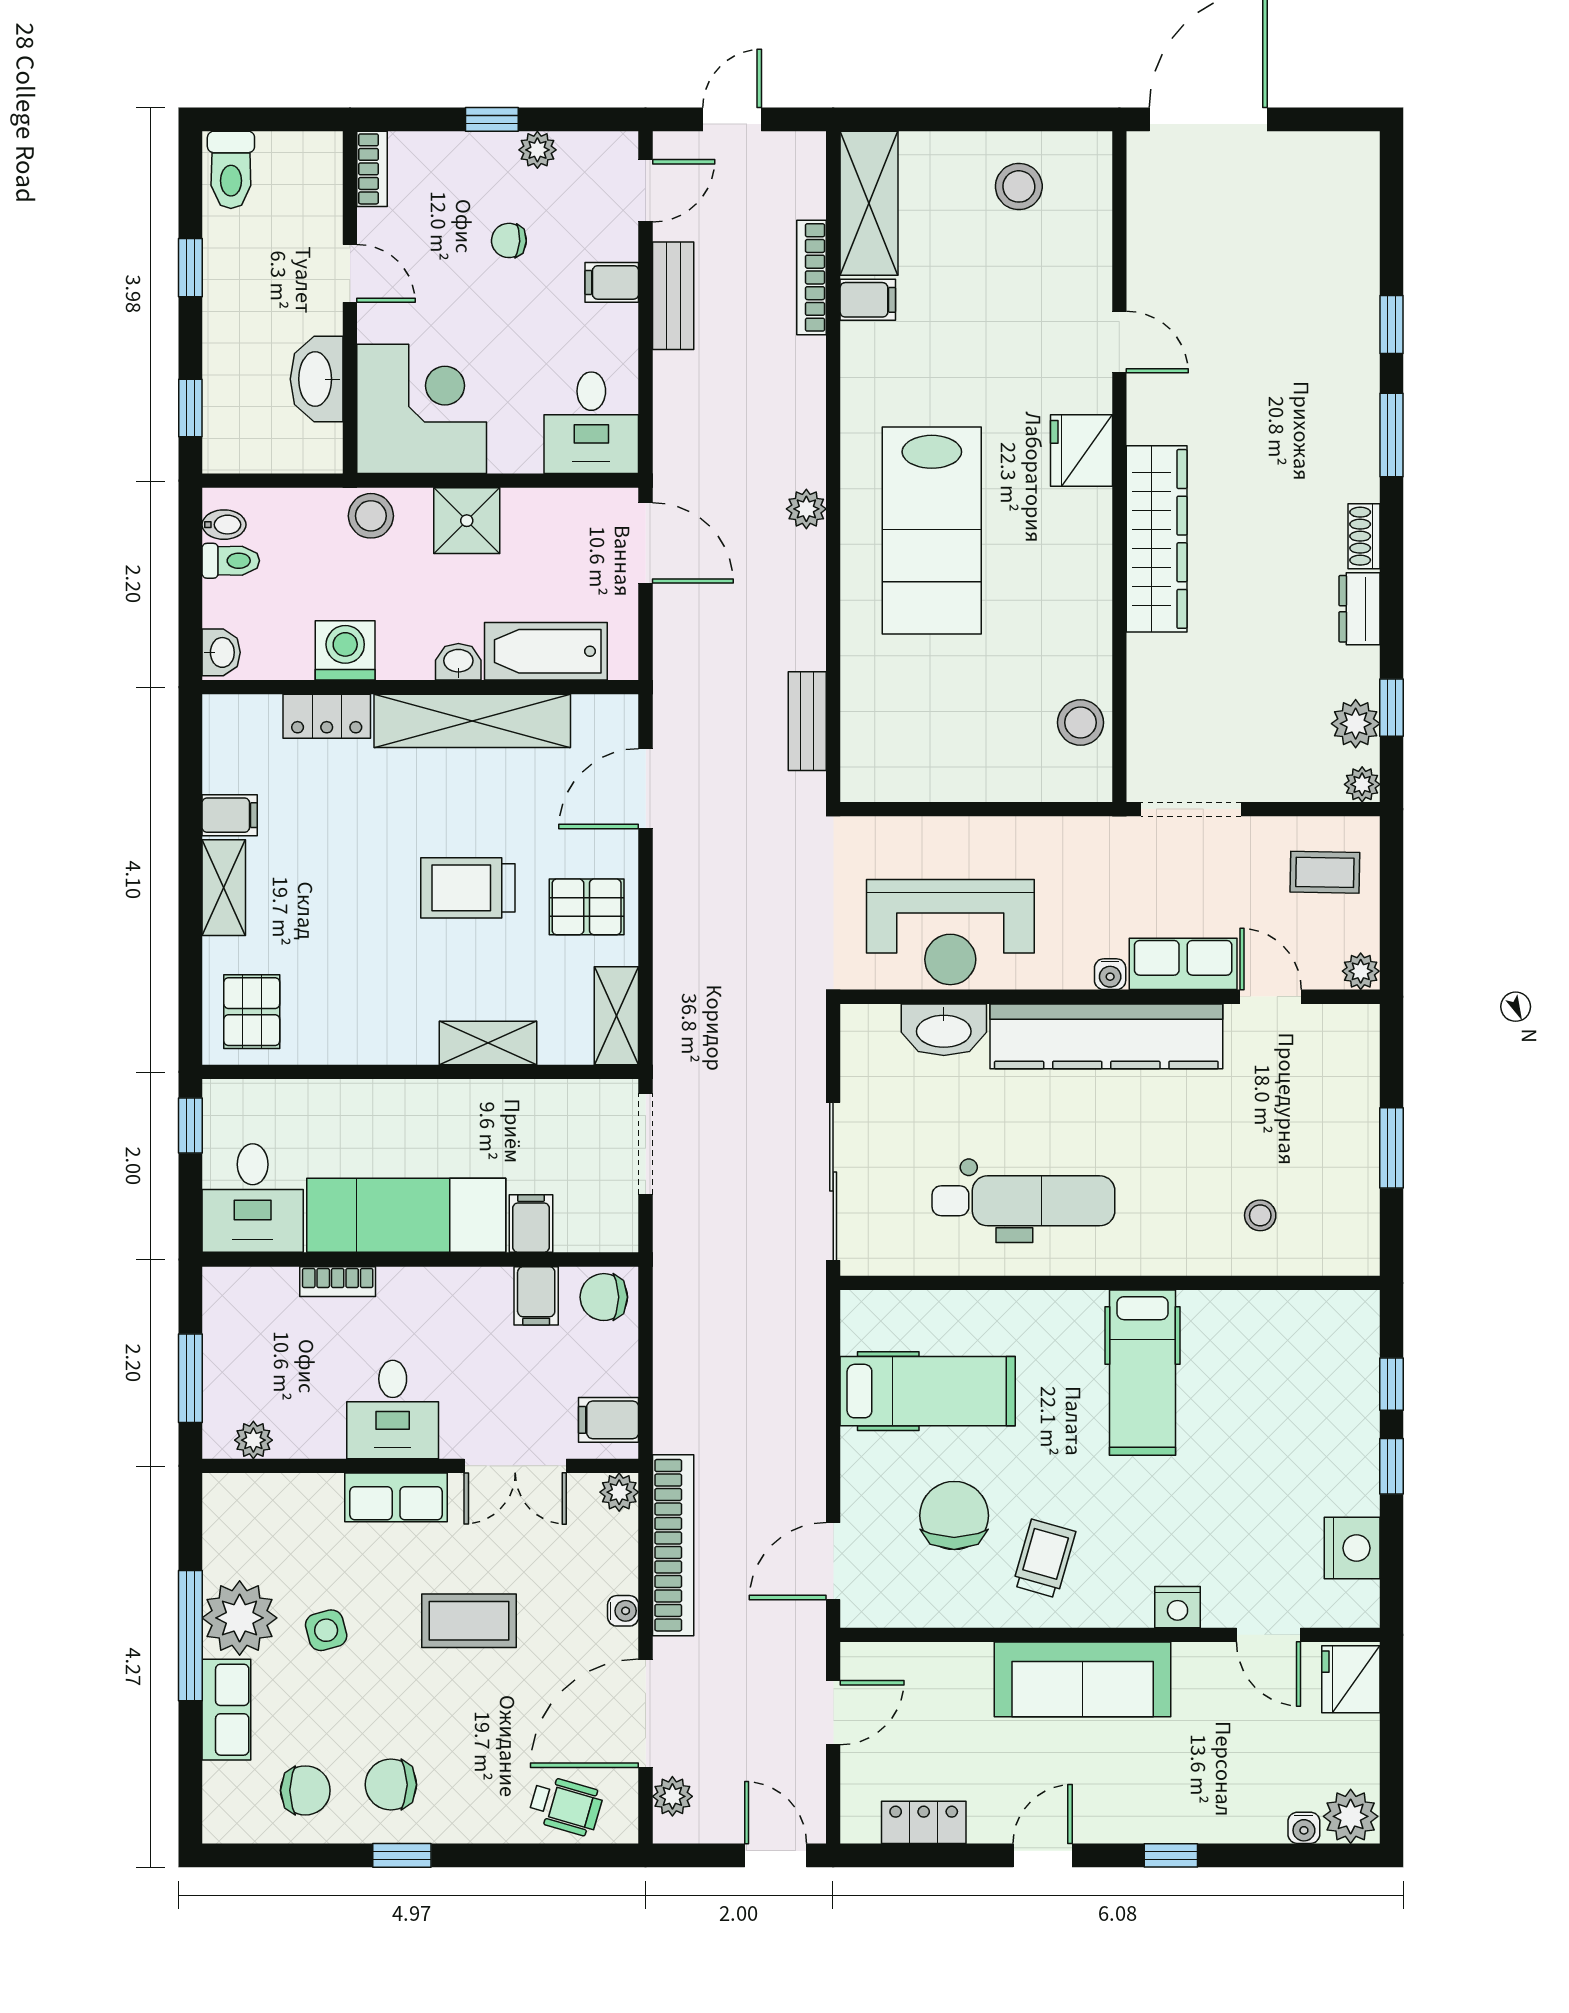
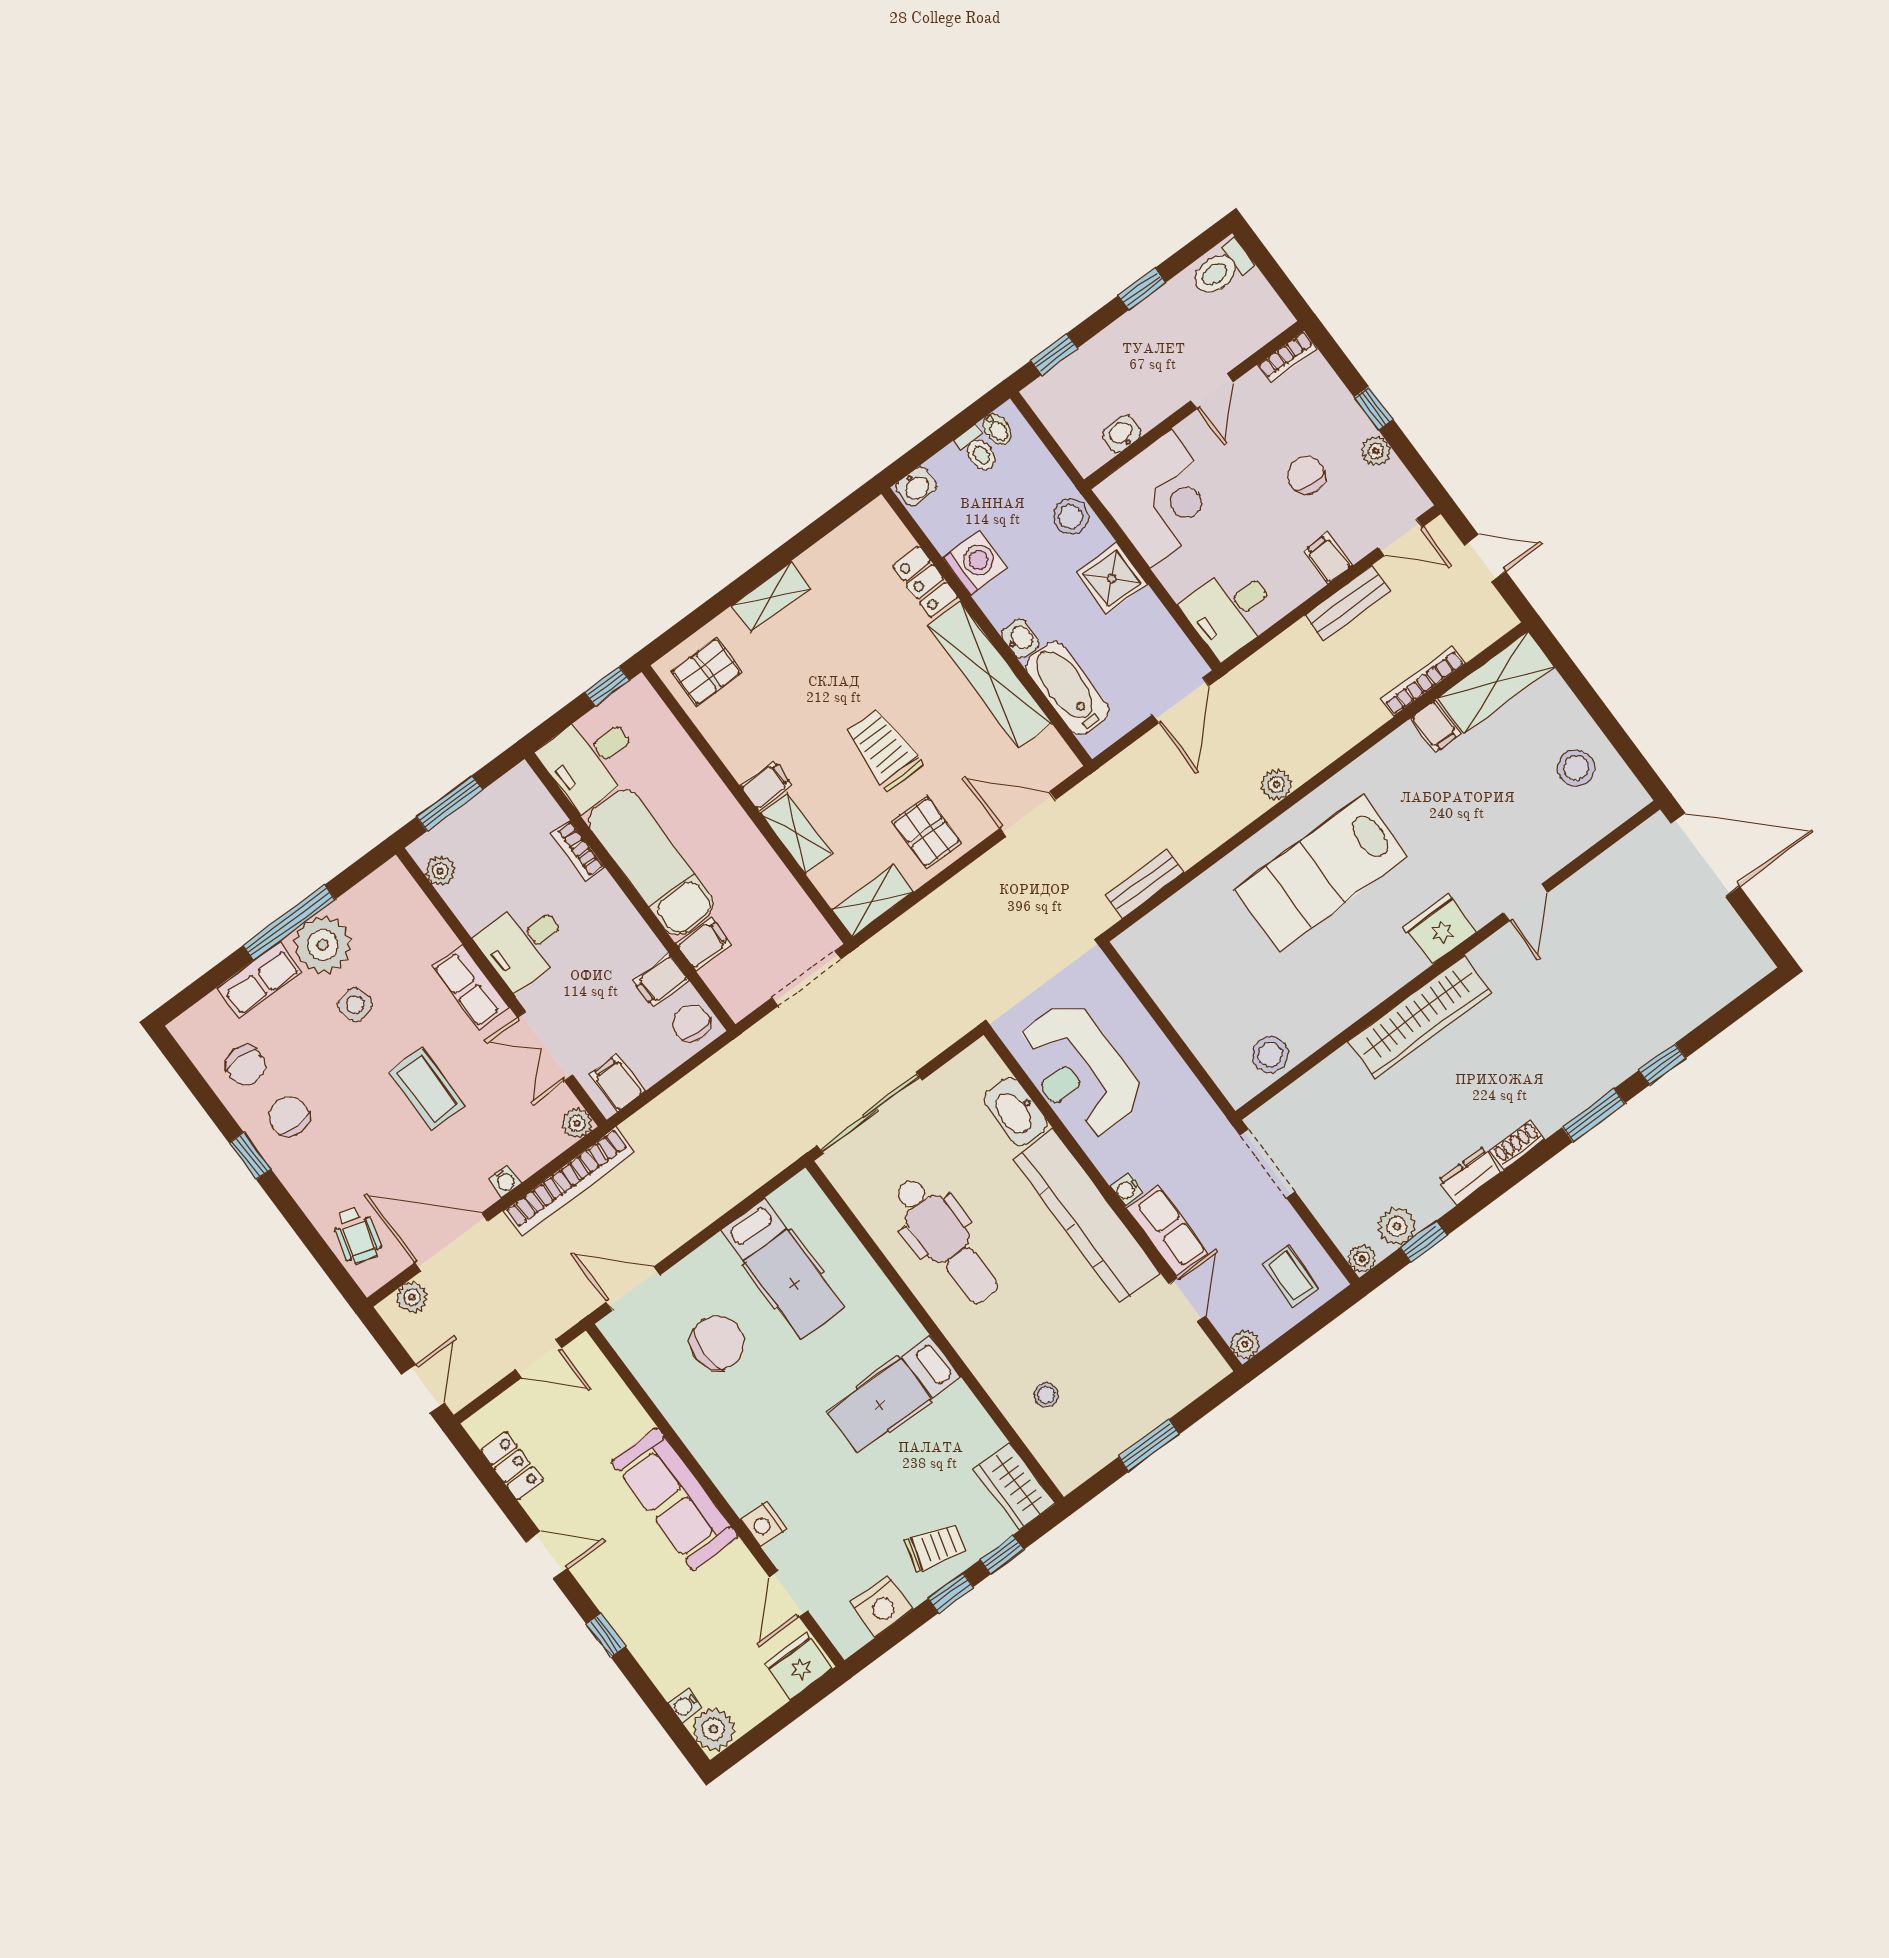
chair: (509, 240) -> (1306, 475), width x1.37, depth x1.37
washbasin: (317, 379) -> (1122, 434), width x0.52, depth x0.69
filing cabinet: (230, 815) -> (766, 785), moved, turned -90
wardrobe: (1331, 1318) -> (1015, 1486), added
trolley: (1044, 1559) -> (935, 1546), moved

